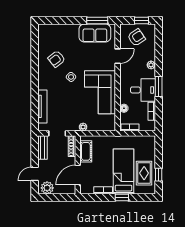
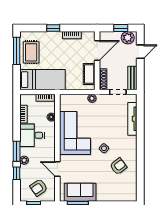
window: (159, 52) -> (17, 173), added
door: (118, 56) -> (57, 169), hinge flipped
window: (159, 86) -> (17, 151), moved
bed: (124, 172) -> (43, 80), moved, turned -90
window: (159, 175) -> (17, 51), width x2.17
window: (54, 198) -> (121, 28), added

